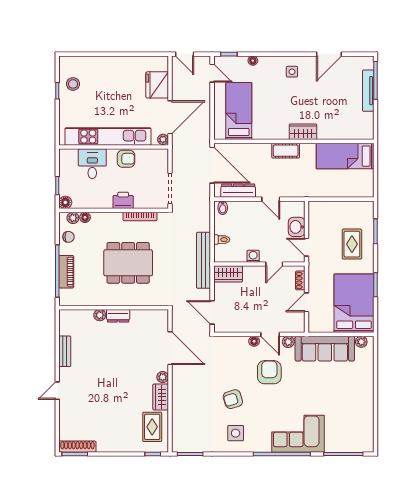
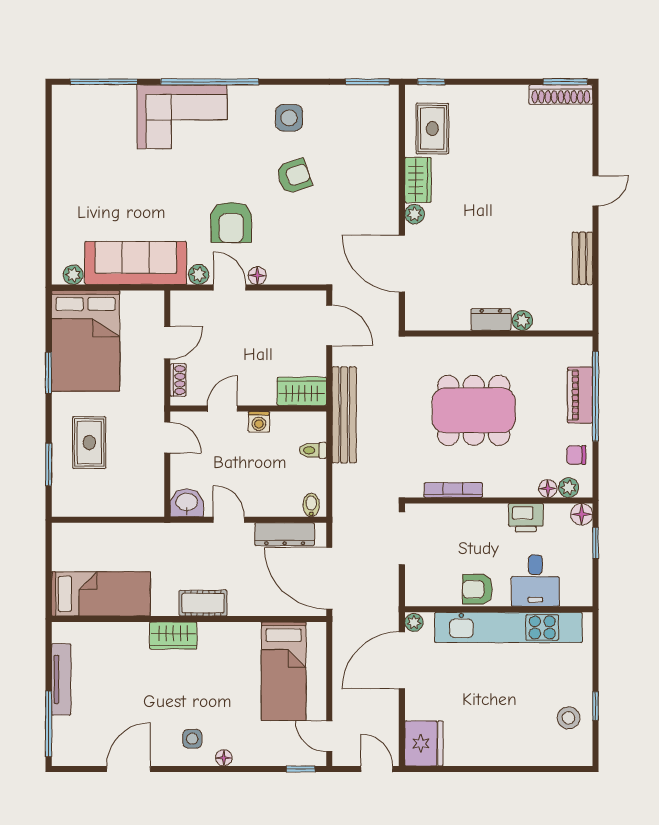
floor lamp: (253, 61) -> (224, 758), moved
fridge: (157, 85) -> (424, 743), moved
tv unit: (368, 91) -> (61, 679), moved
printer: (123, 200) -> (526, 518), moved
washbasin: (297, 227) -> (187, 503), moved, turned -90

